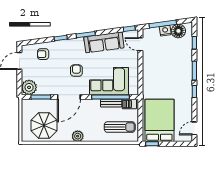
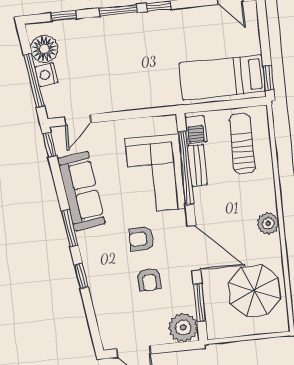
armchair: (43, 54) -> (149, 279), moved
bed: (159, 120) -> (222, 77), width x0.67

